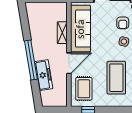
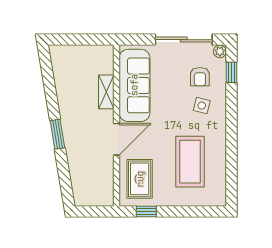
window: (31, 60) -> (57, 134), width x0.47
freezer: (44, 75) -> (77, 158), removed

